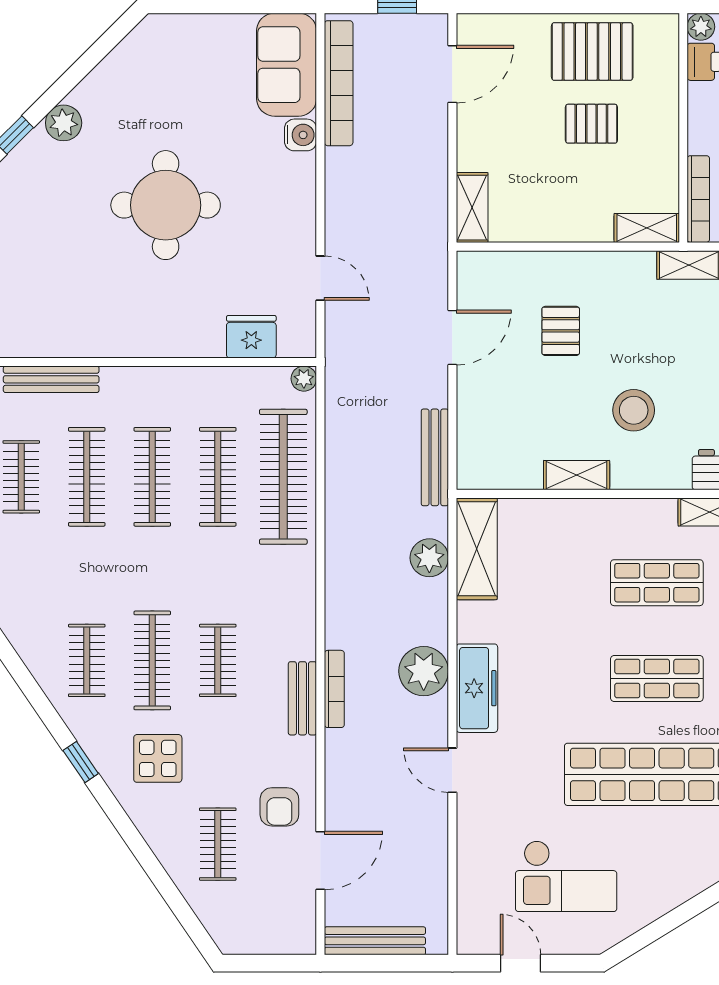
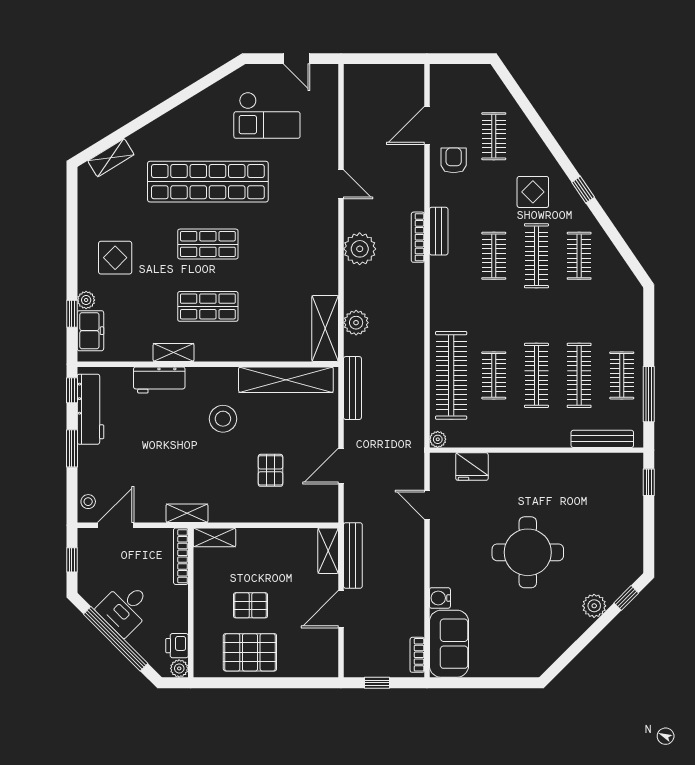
door: (452, 74) -> (341, 609), moved
bookcase: (339, 83) -> (417, 655), width x0.43, depth x0.76
shelving: (577, 475) -> (286, 380), width x2.20, depth x1.33
clothes rail: (218, 477) -> (494, 375), width x0.73
freezer: (477, 688) -> (325, 238), removed
checkout: (566, 876) -> (267, 115), turned 180
bench: (375, 941) -> (353, 555), moved, turned 90

